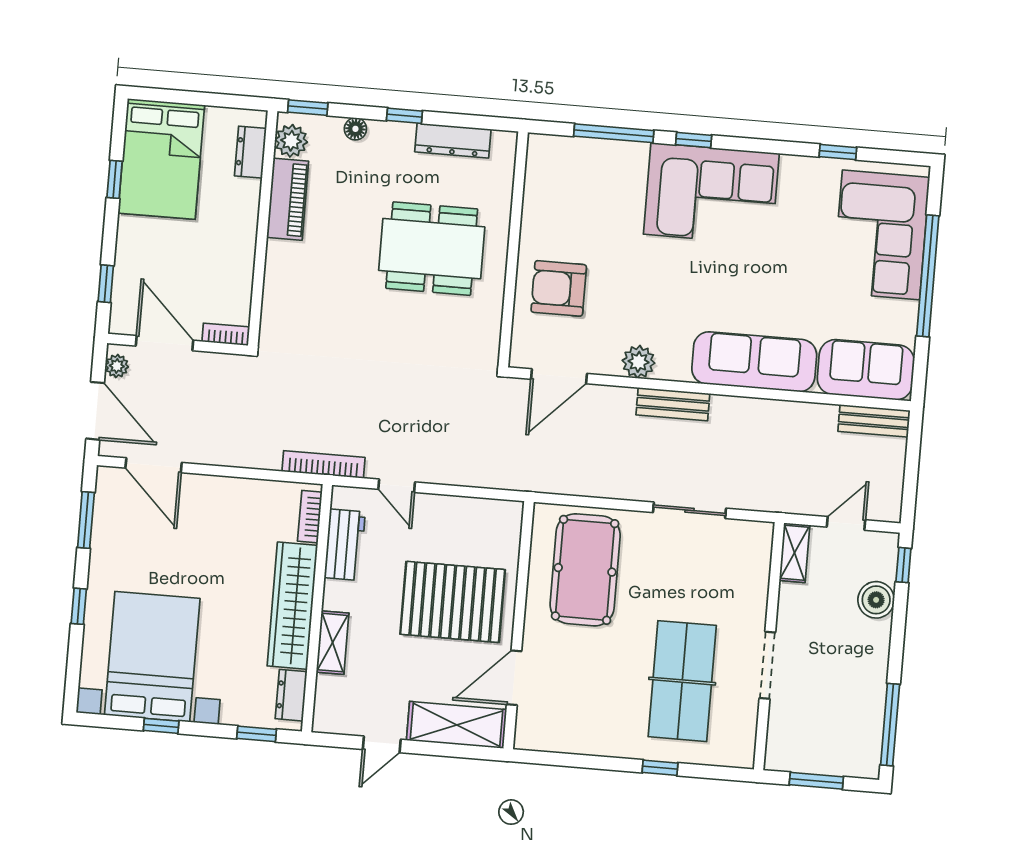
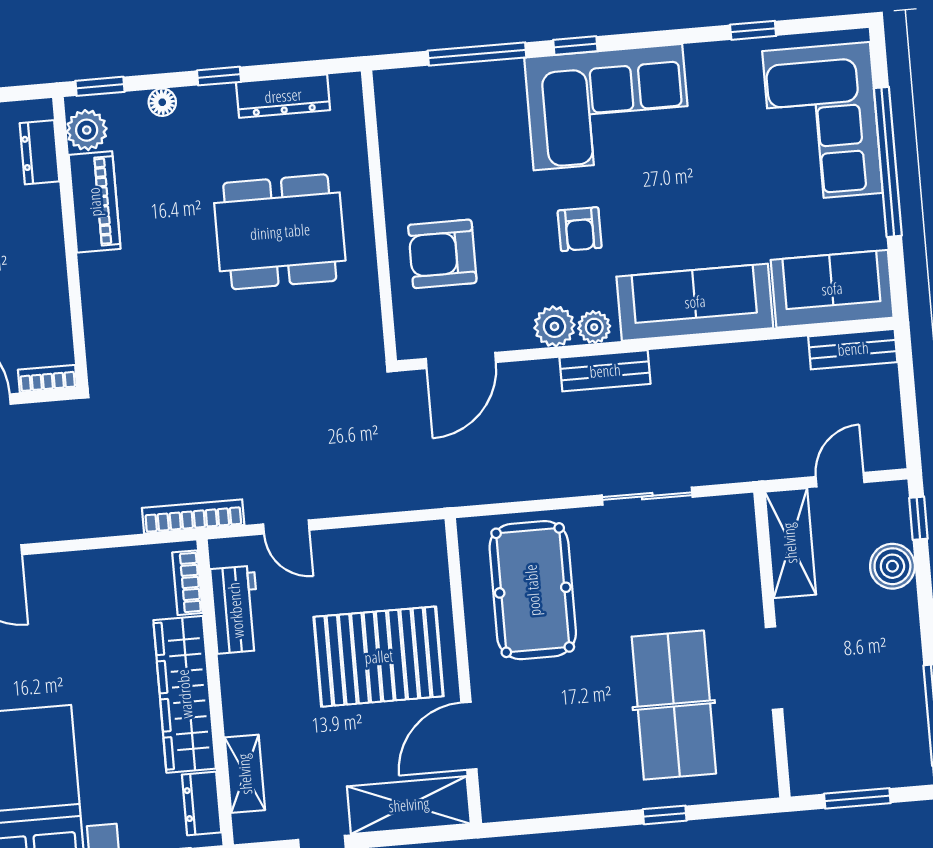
armchair: (672, 287) -> (580, 229), added
plant: (670, 368) -> (594, 327), added
shelving: (794, 553) -> (790, 543), width x1.50, depth x1.33
shelving: (333, 643) -> (245, 774), moved

